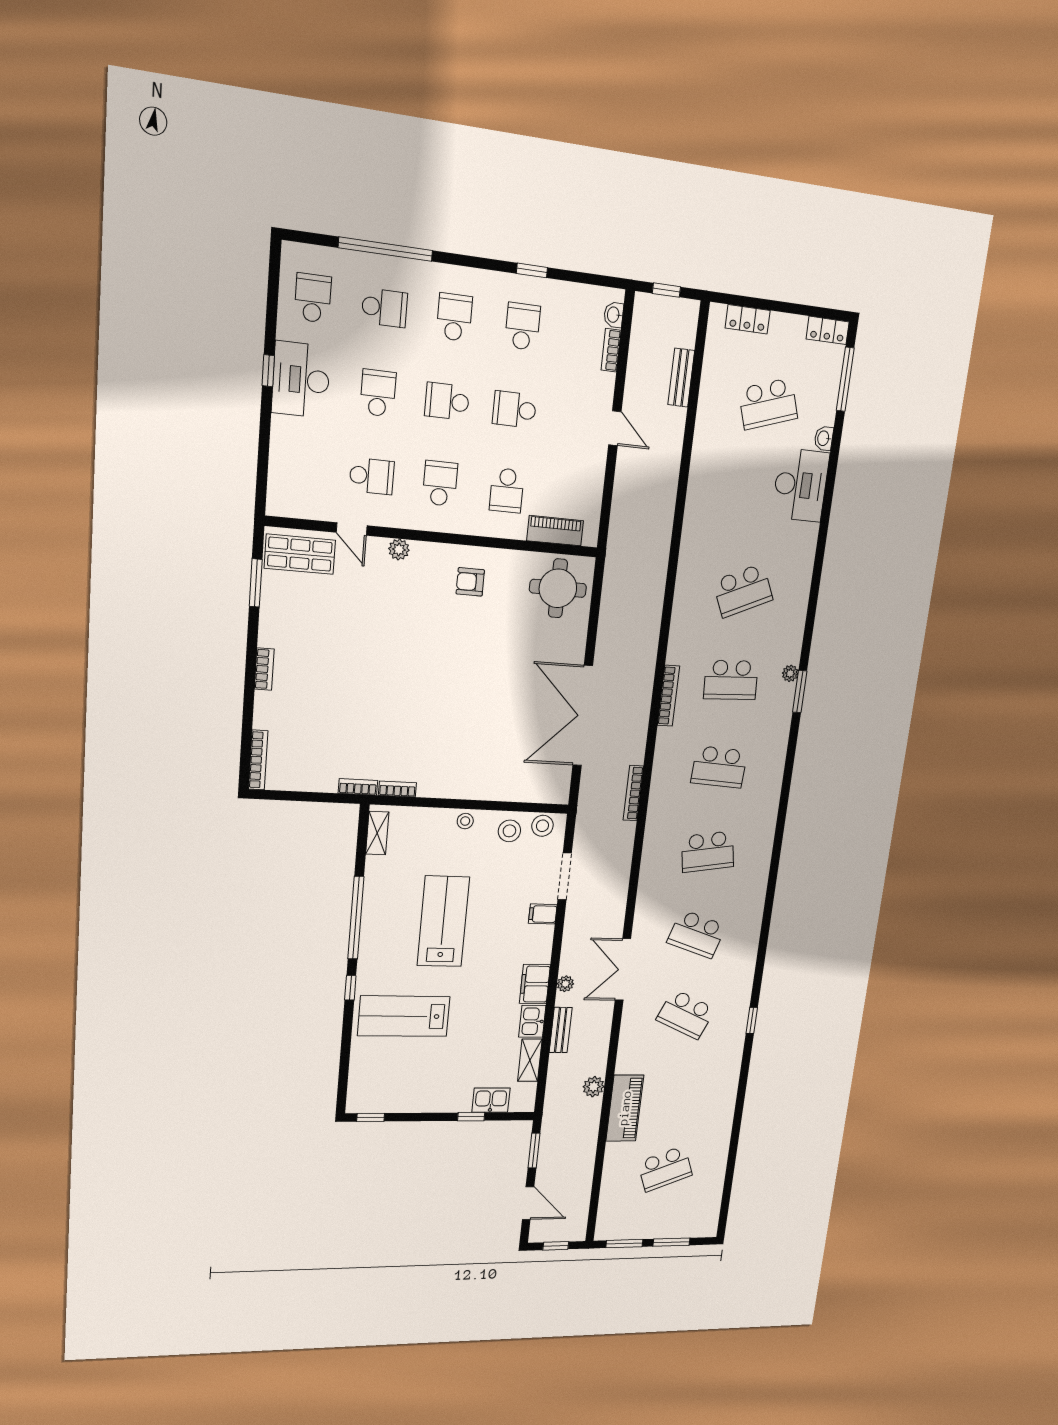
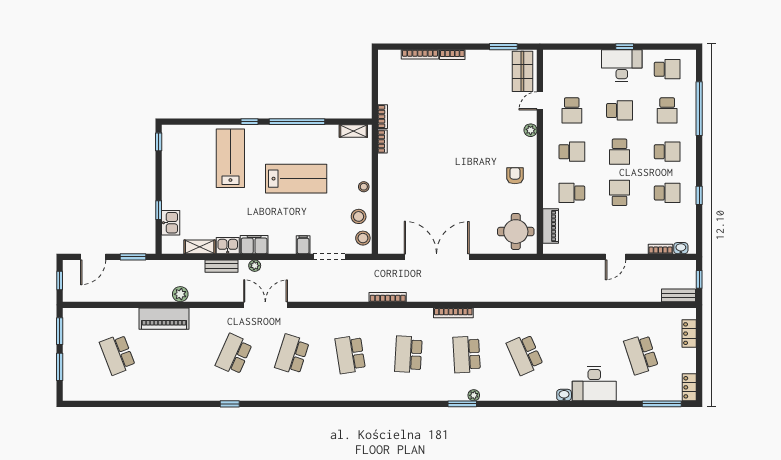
bench: (681, 378) -> (678, 295), moved
school desk: (447, 401) -> (619, 152), turned 180
washbasin: (824, 438) -> (564, 395), moved
bookcase: (258, 760) -> (420, 54), moved

